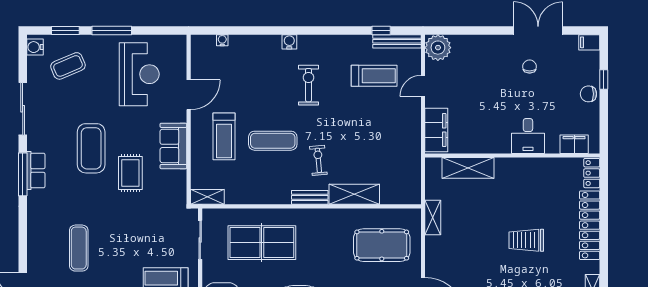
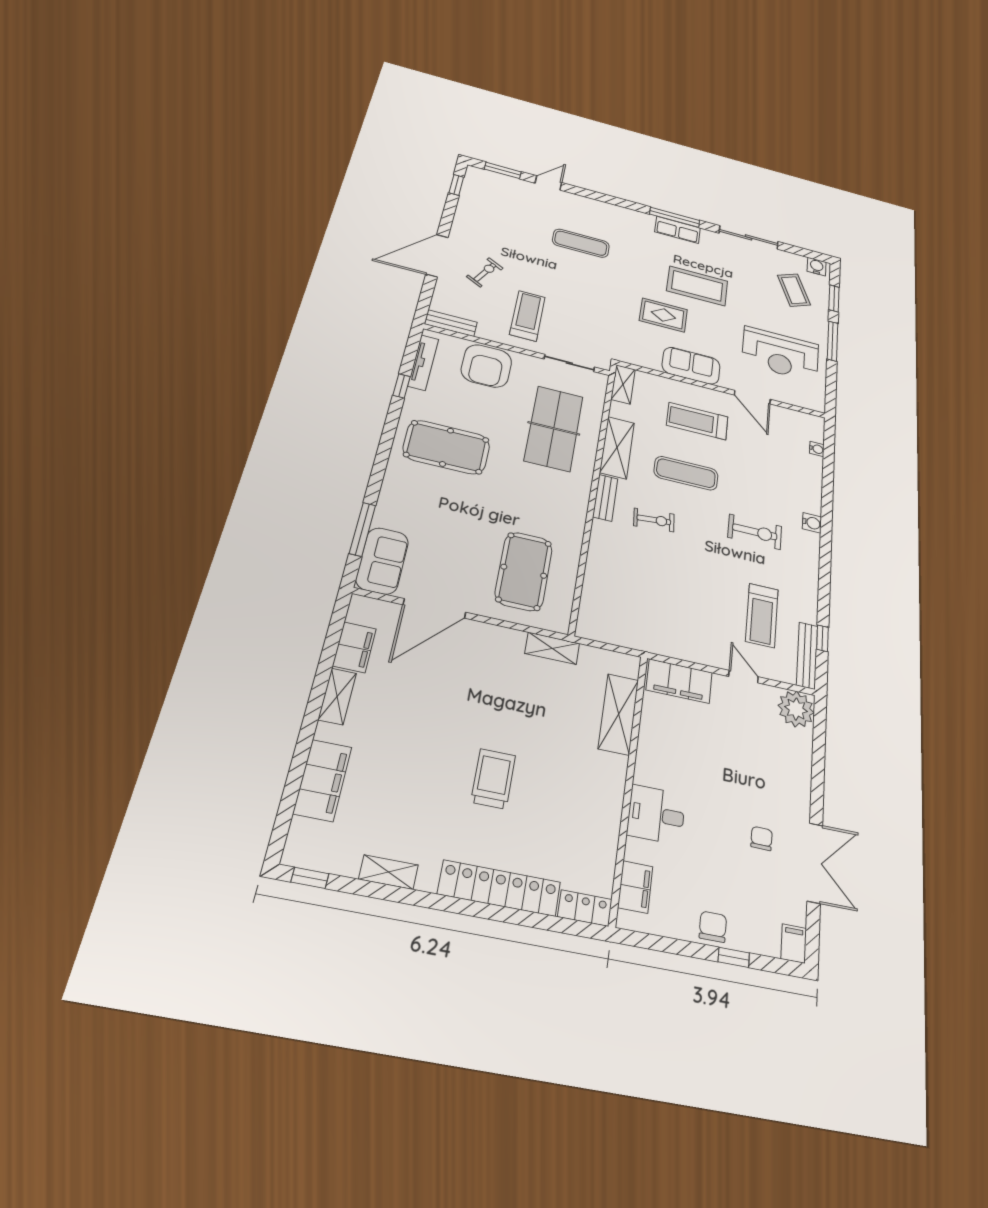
chair: (530, 67) -> (762, 838), turned -89
exercise mat: (273, 141) -> (686, 473), turned 90
shelving: (354, 194) -> (617, 448), moved

